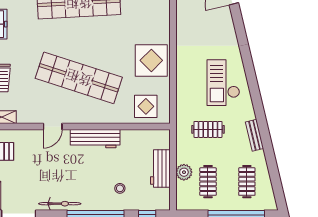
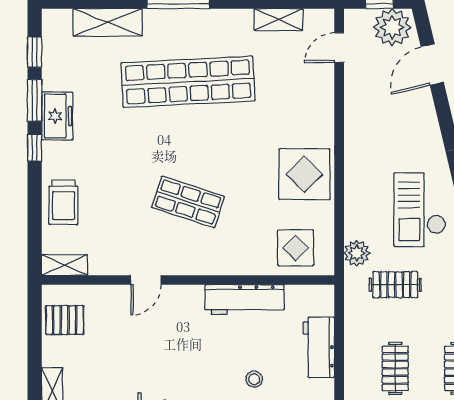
shop shelf: (79, 78) -> (188, 202), width x0.50, depth x0.74
workbench: (95, 139) -> (245, 300), moved
plant: (184, 172) -> (357, 253), moved

